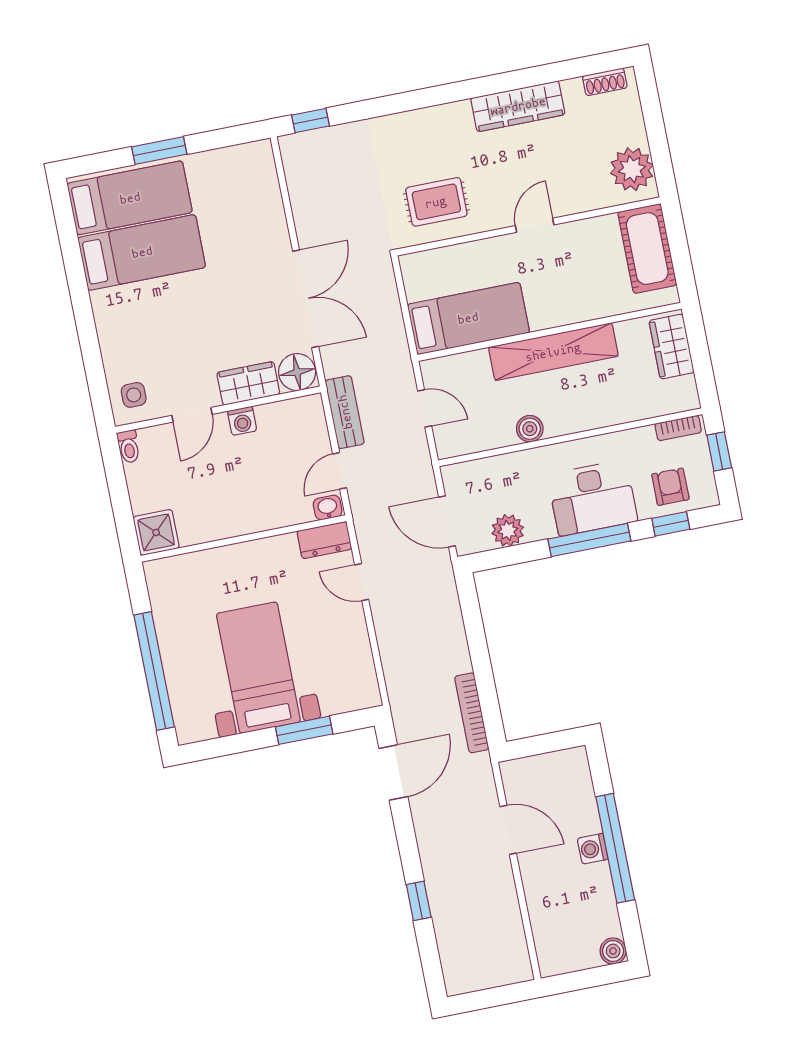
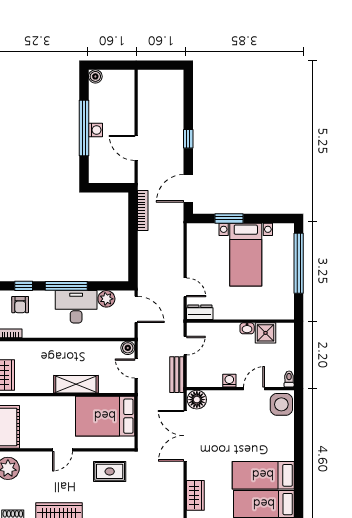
bed: (468, 318) -> (105, 416), width x1.50
shelving: (553, 352) -> (76, 384), width x0.68
wardrobe: (248, 383) -> (195, 495), moved, turned -90
side table: (134, 395) -> (281, 404), width x1.87, depth x1.87
boiler: (530, 429) -> (128, 348), moved
desk: (592, 498) -> (76, 307), moved
washbasin: (328, 508) -> (247, 328), moved
shower: (156, 532) -> (265, 333), moved
window: (419, 901) -> (188, 139), moved

